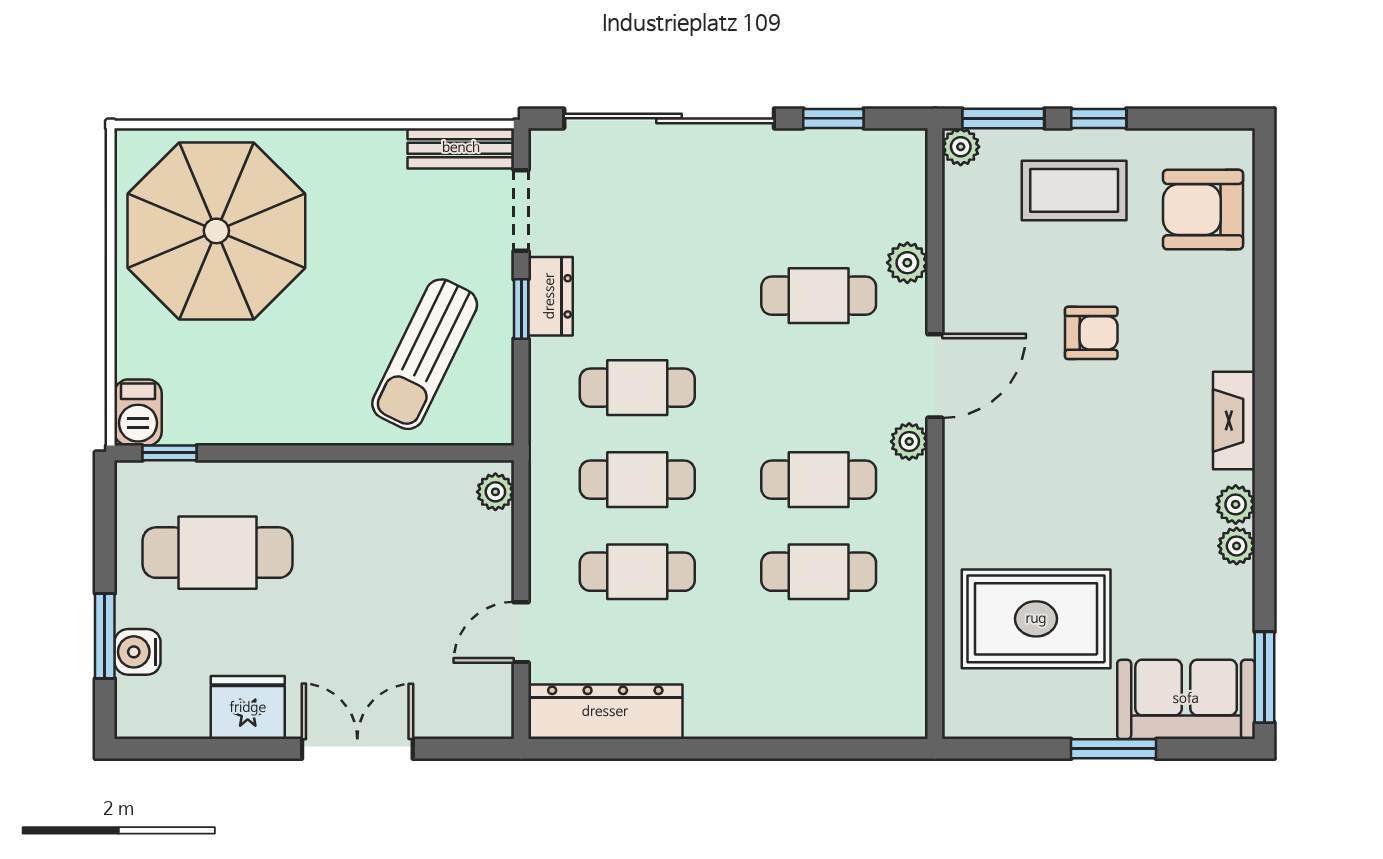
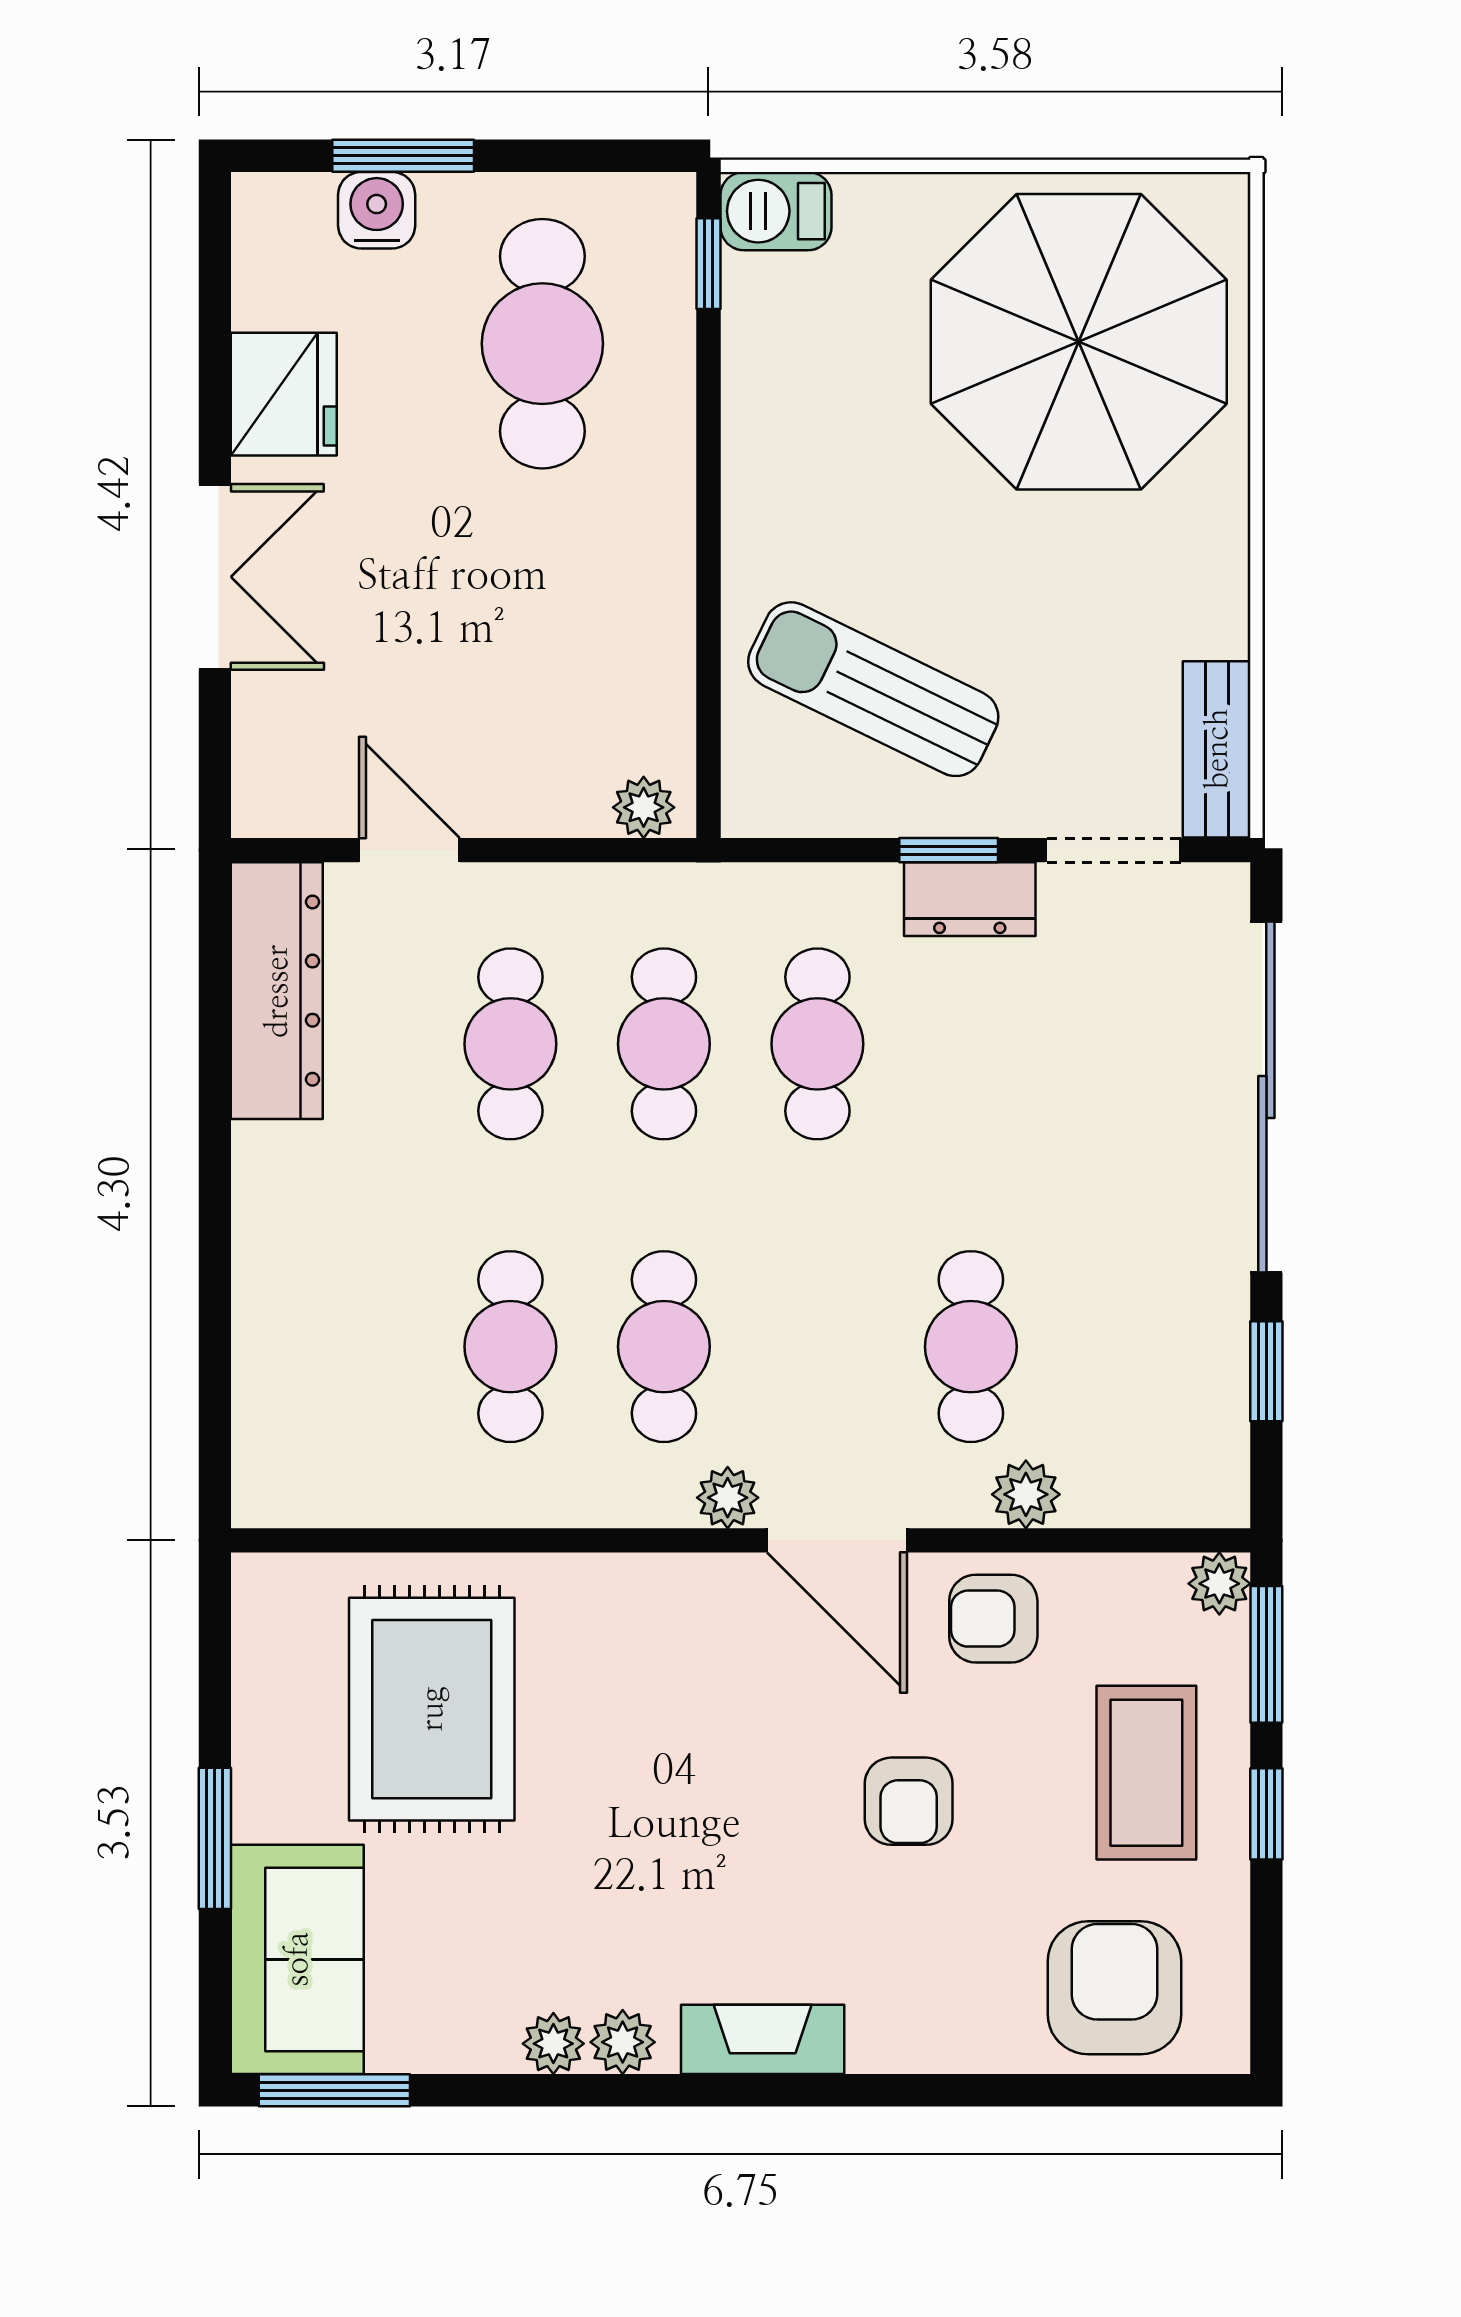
armchair: (982, 282) -> (993, 1619), added

